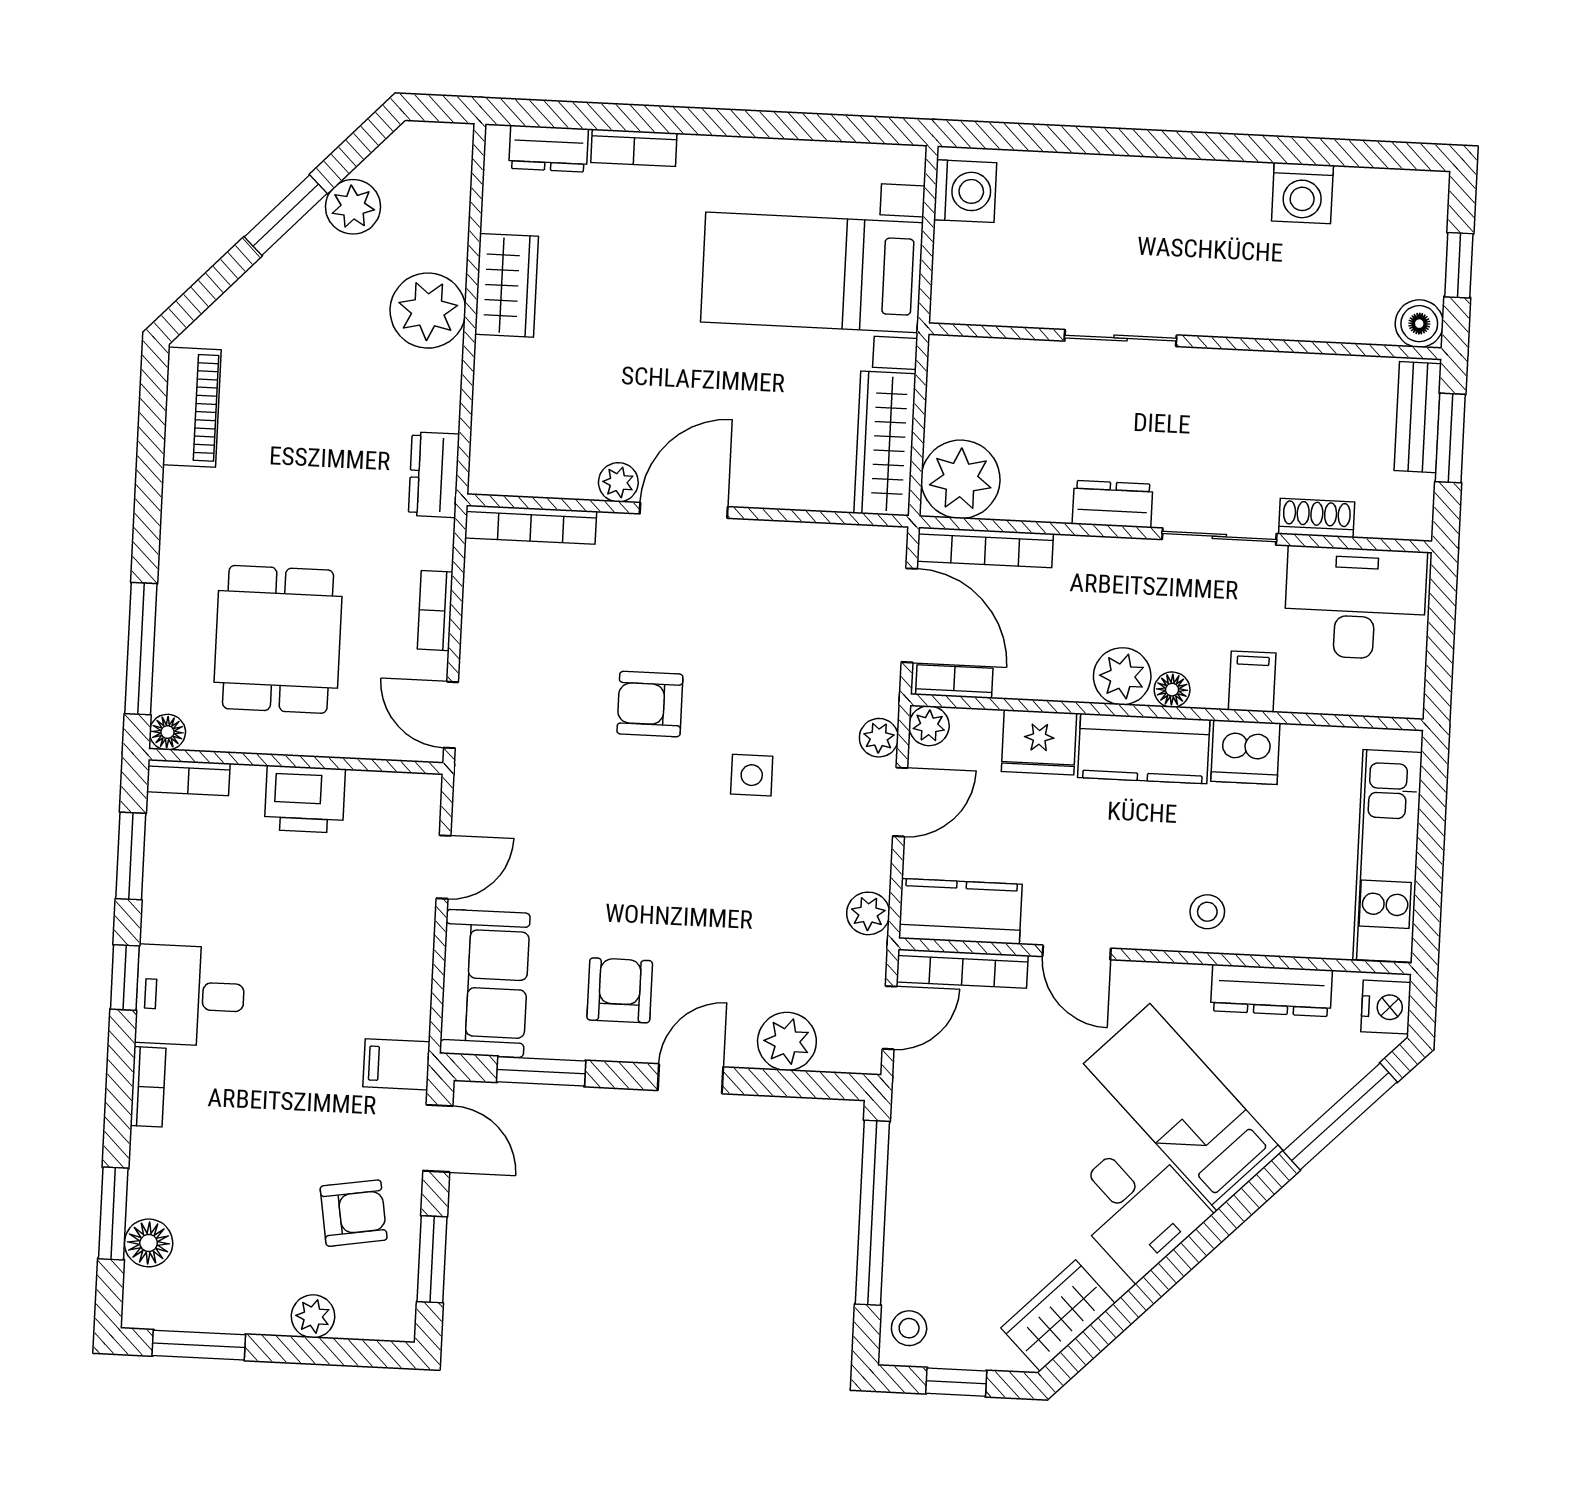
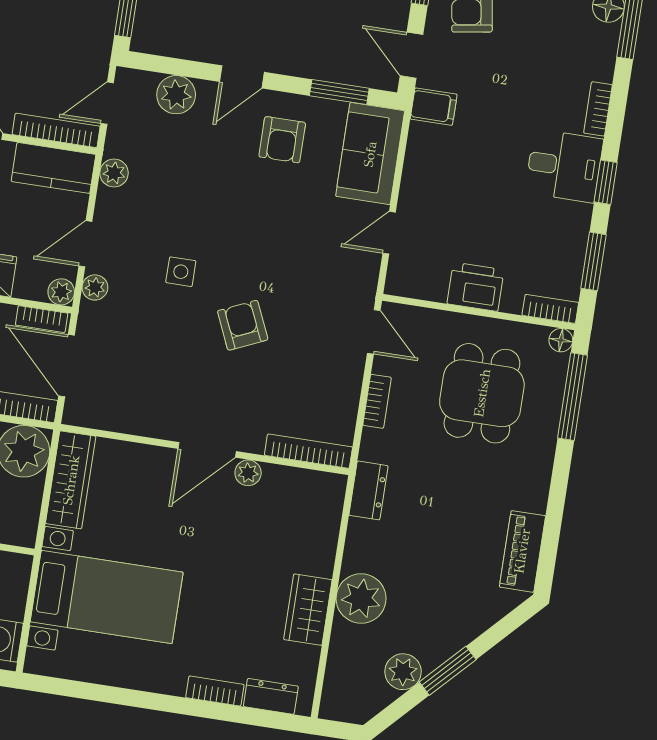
armchair: (650, 704) -> (243, 325), turned -114

